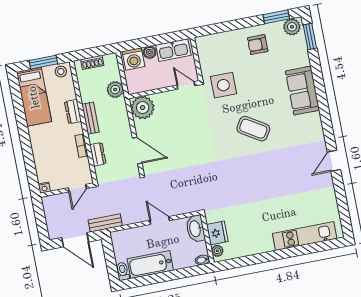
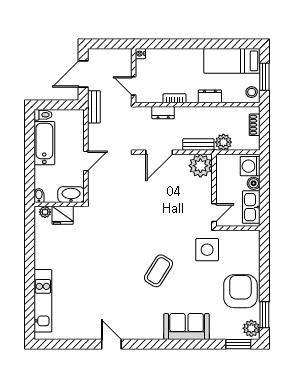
armchair: (258, 45) -> (240, 291), width x1.88, depth x1.88
bench: (90, 118) -> (198, 145), moved

